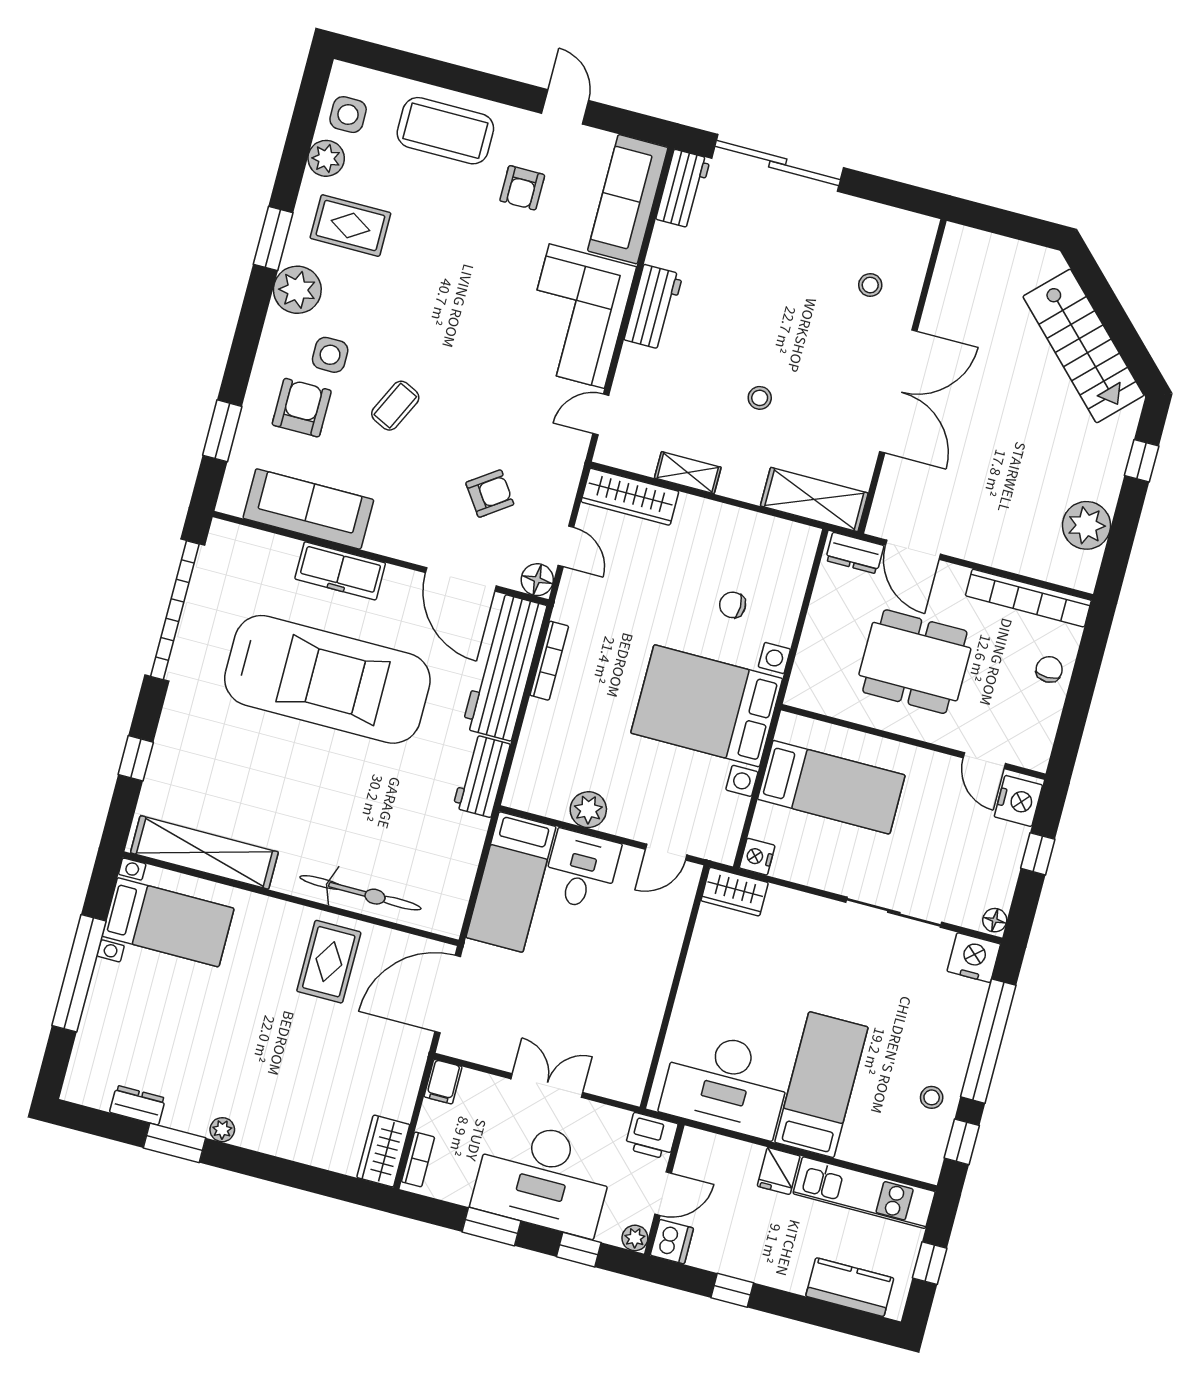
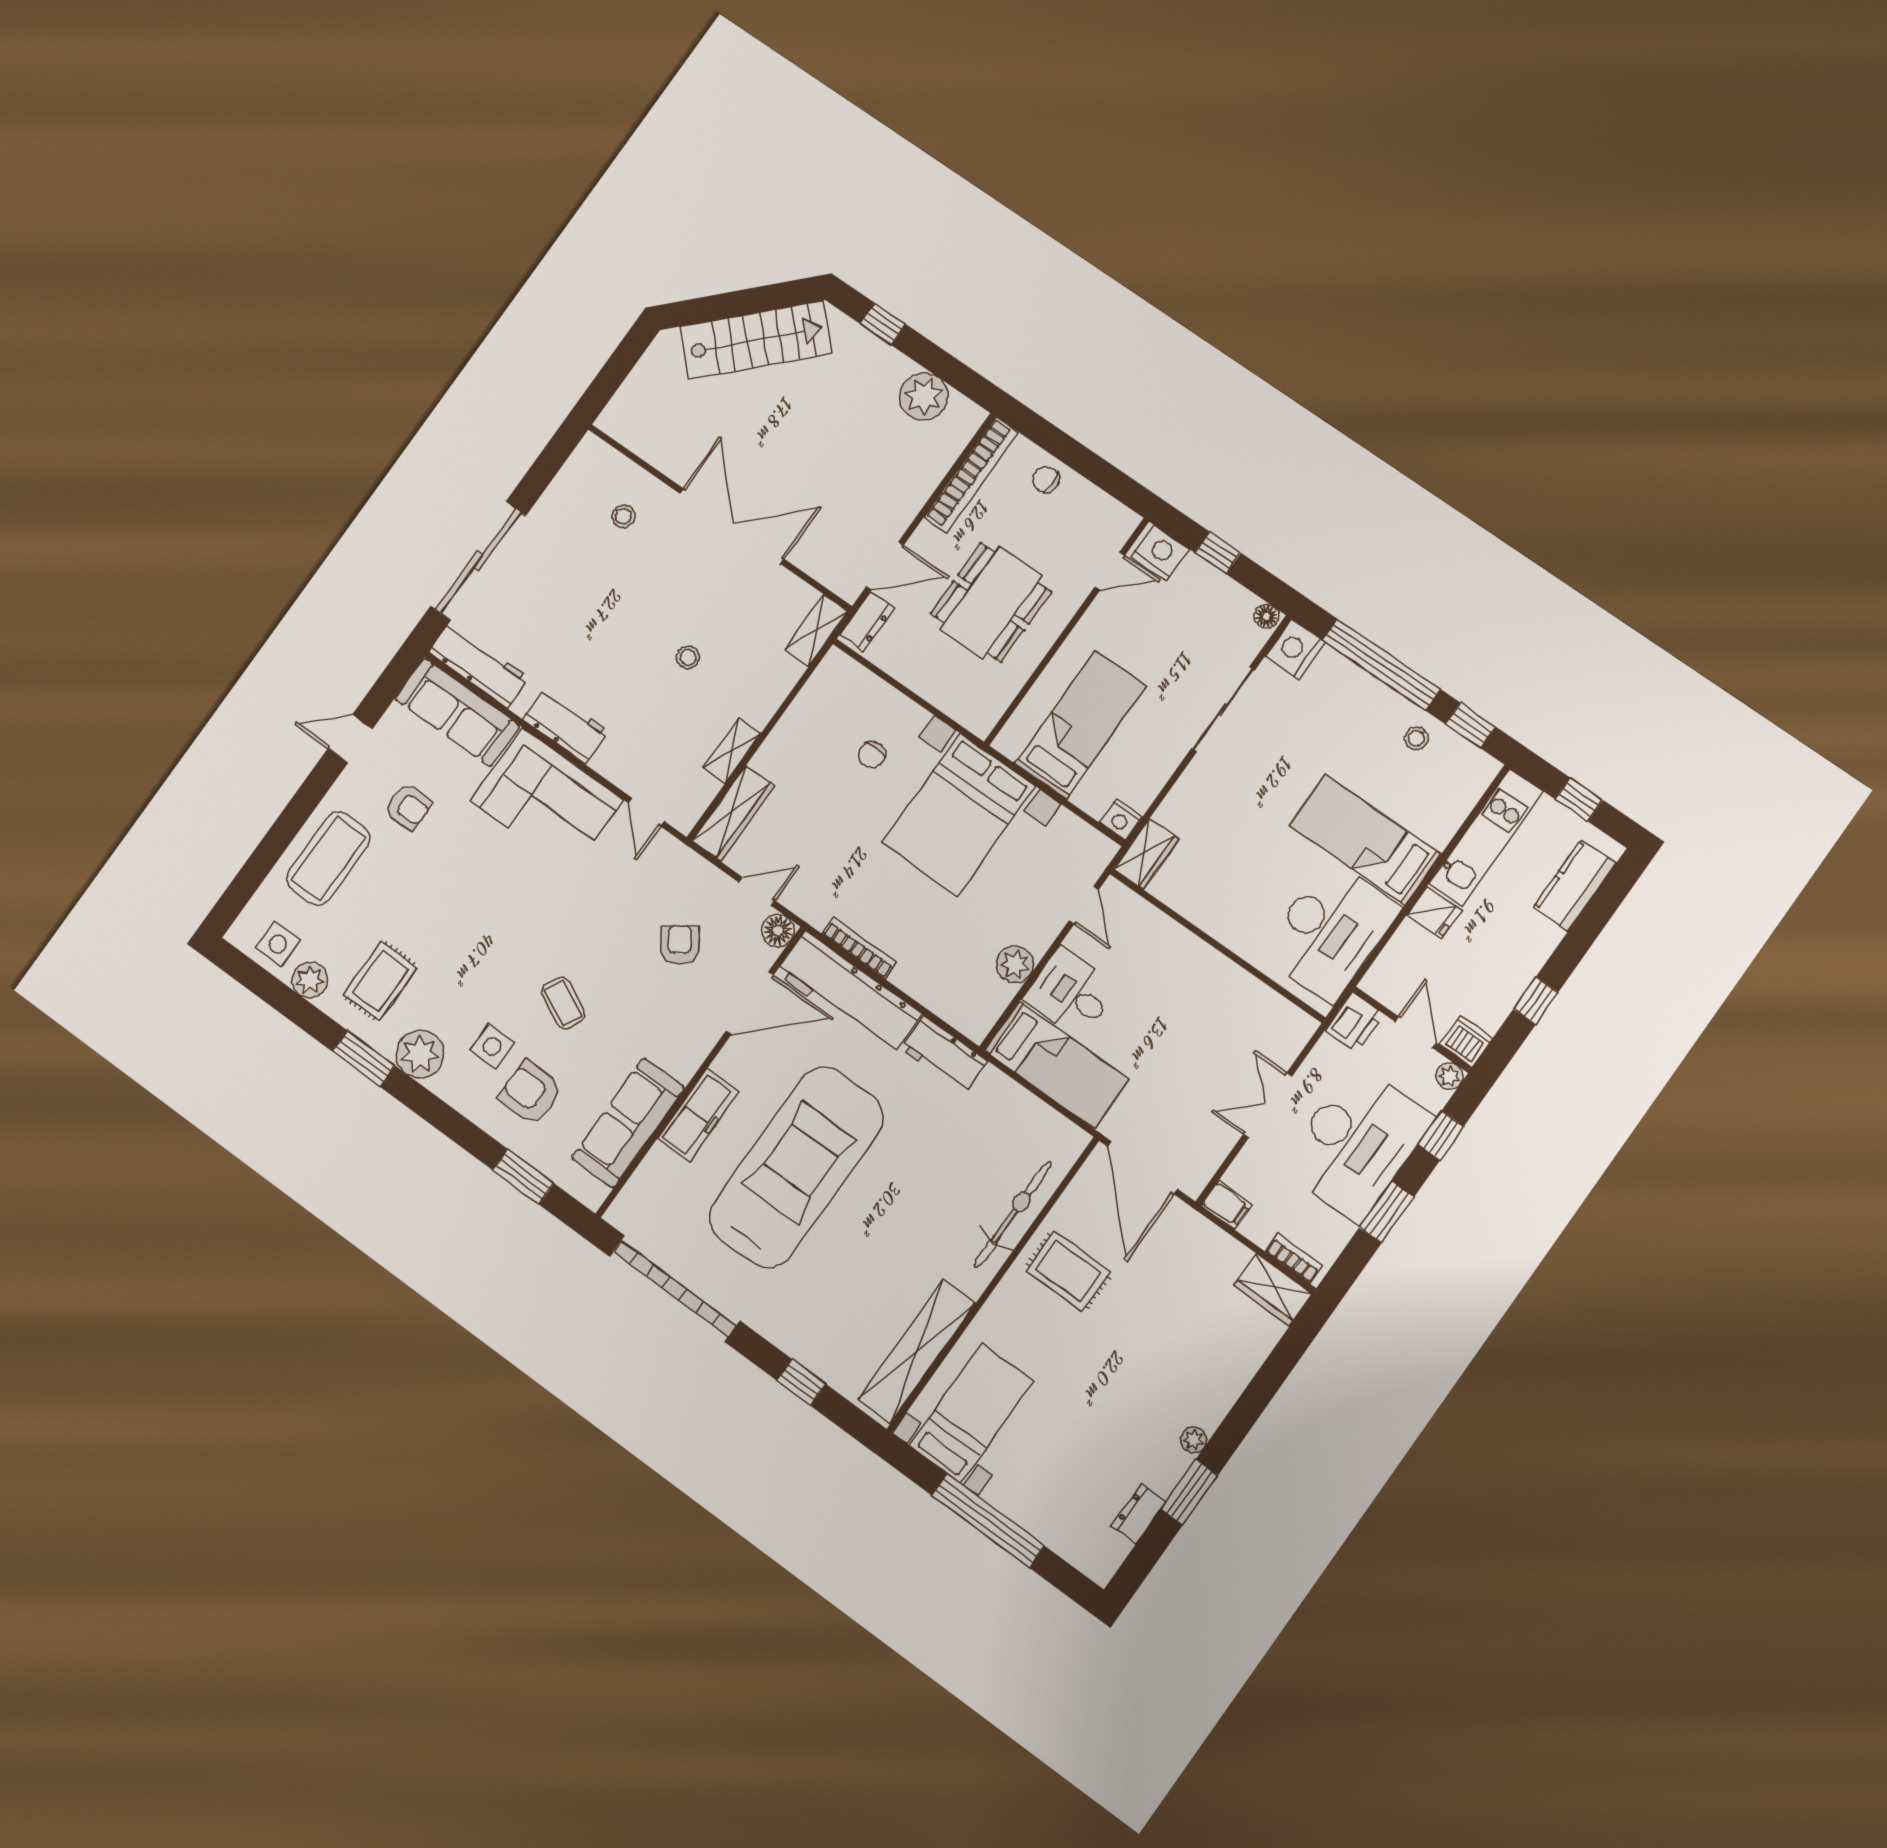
workbench: (683, 189) -> (479, 665), width x1.38
shelving: (814, 500) -> (816, 630), width x0.67, depth x0.75

